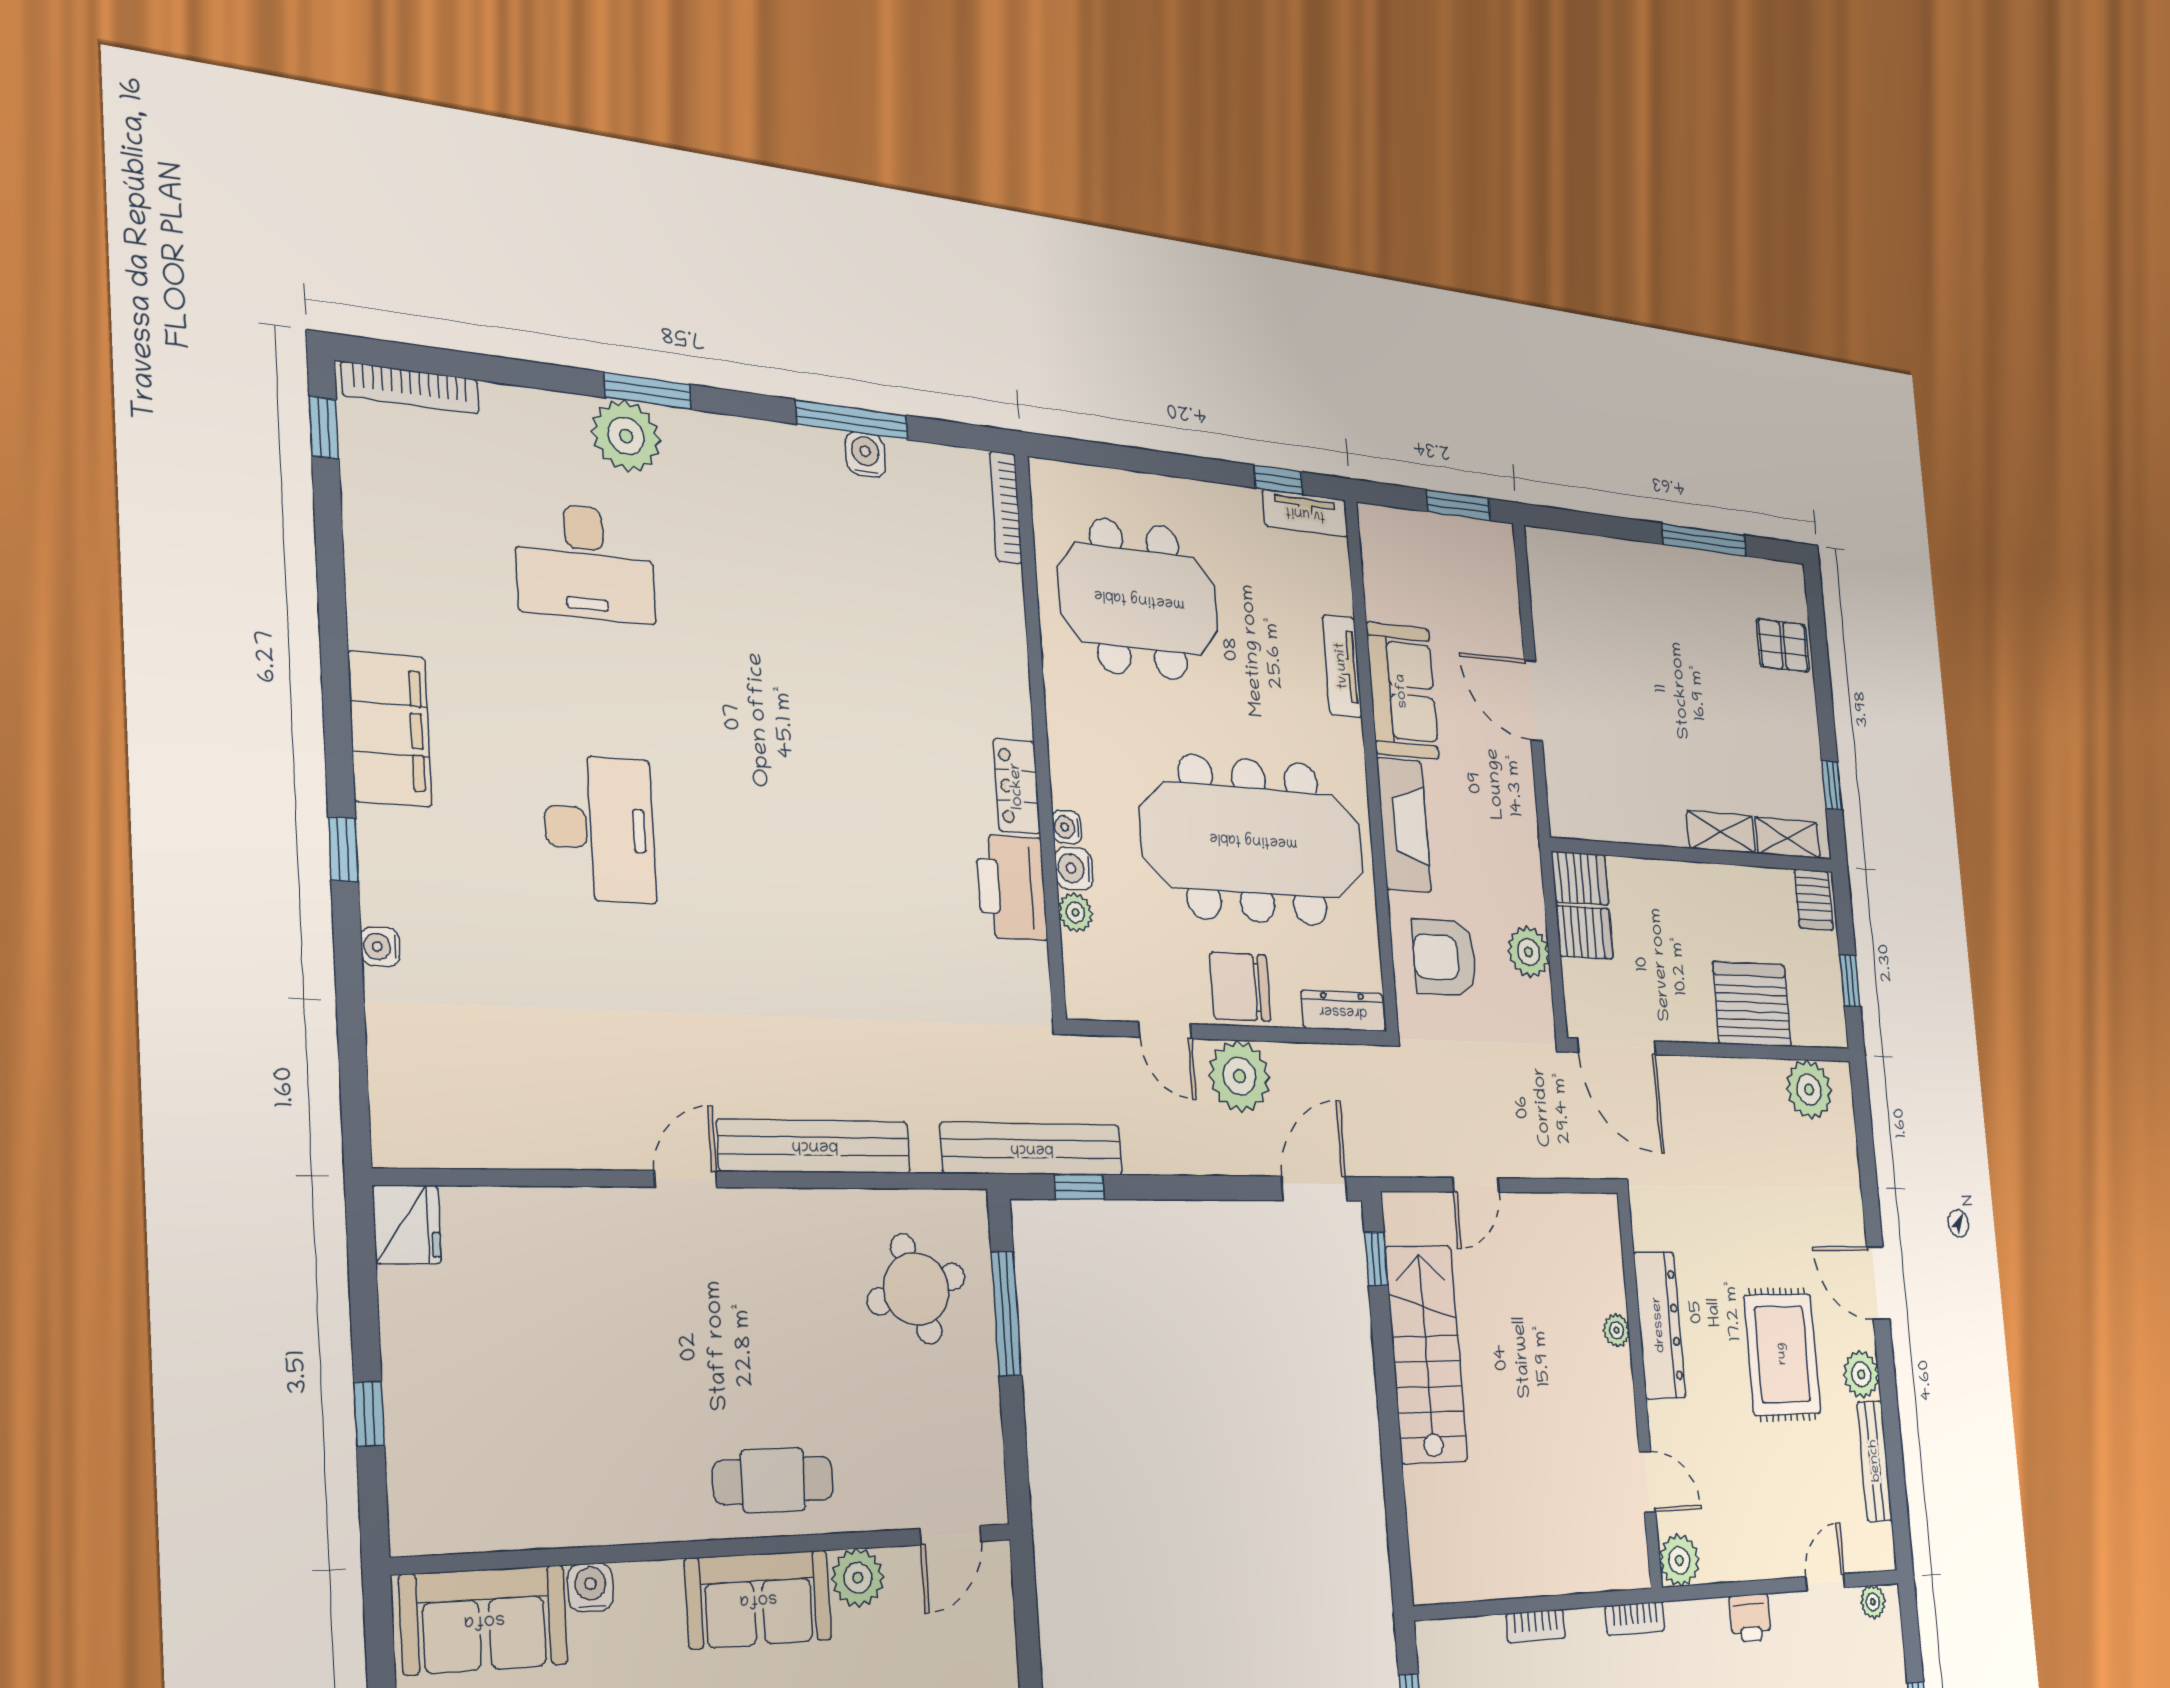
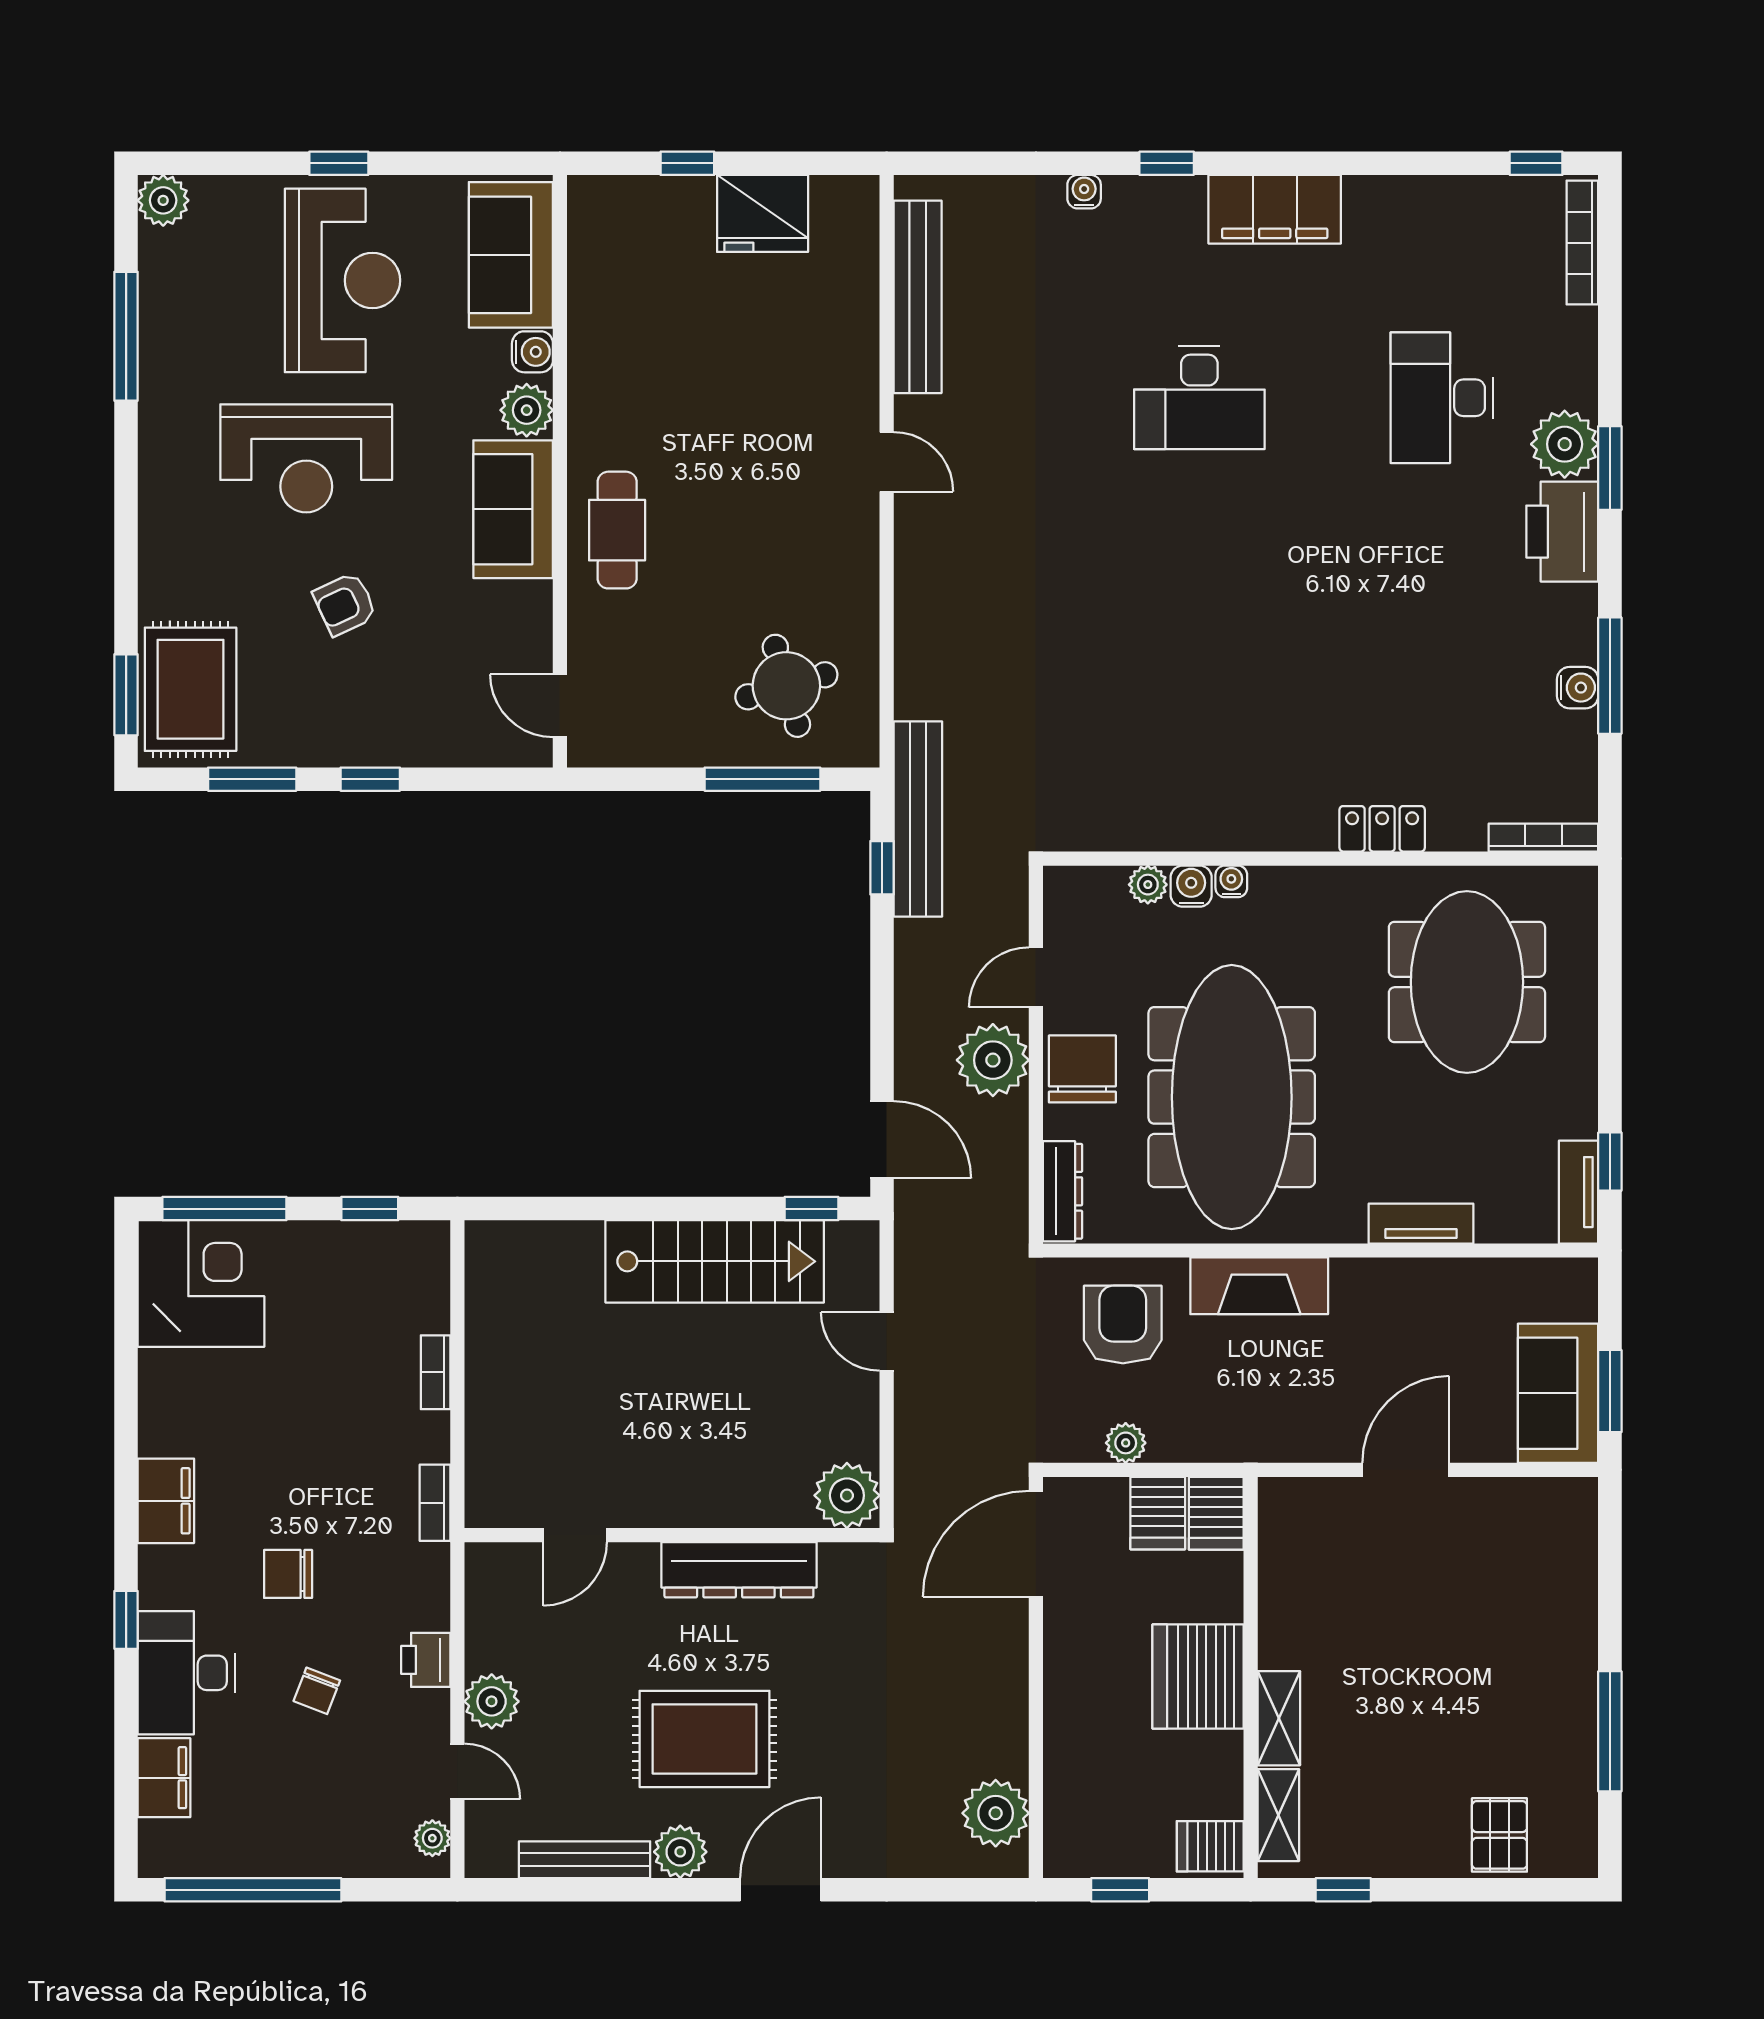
sofa: (1402, 691) -> (1558, 1393), moved, turned 90
locker: (1017, 786) -> (1382, 829), moved
printer: (1012, 887) -> (1562, 532), moved, turned -90
plant: (1529, 952) -> (1126, 1443), width x0.73, depth x0.73
server rack: (1752, 1004) -> (1198, 1676), moved, turned 180
bench: (815, 1146) -> (918, 297), moved
fridge: (407, 1224) -> (763, 213), moved, width x1.36, depth x1.34
plant: (1616, 1330) -> (847, 1495), moved, width x1.88, depth x1.88
plant: (1679, 1560) -> (492, 1701), moved
plant: (858, 1578) -> (527, 410), moved

